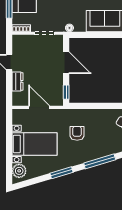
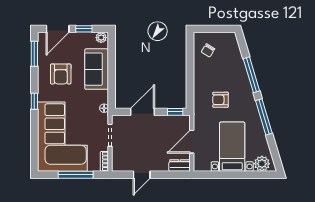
dresser: (18, 81) -> (180, 165), moved
window: (62, 173) -> (264, 117), width x1.44

